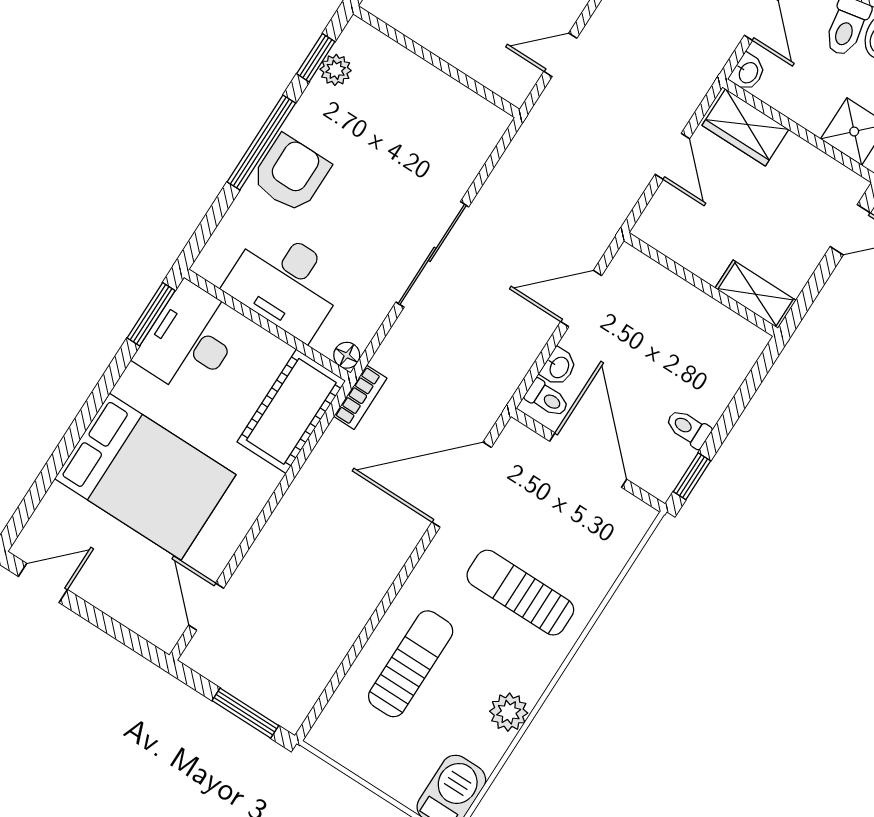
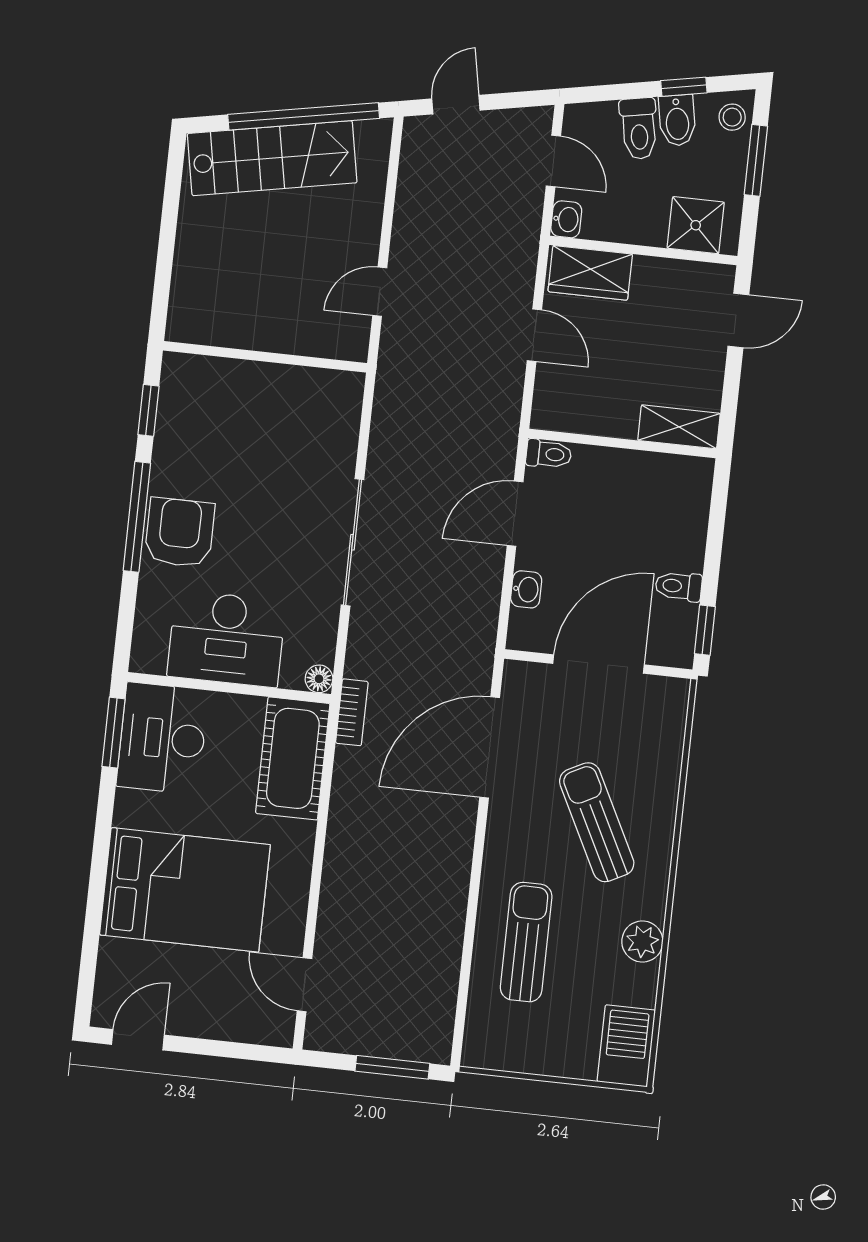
plant: (336, 70) -> (173, 413), removed
toilet: (547, 399) -> (549, 454), moved
door: (588, 460) -> (598, 664), hinge flipped
sun lounger: (520, 593) -> (597, 822), turned 63

